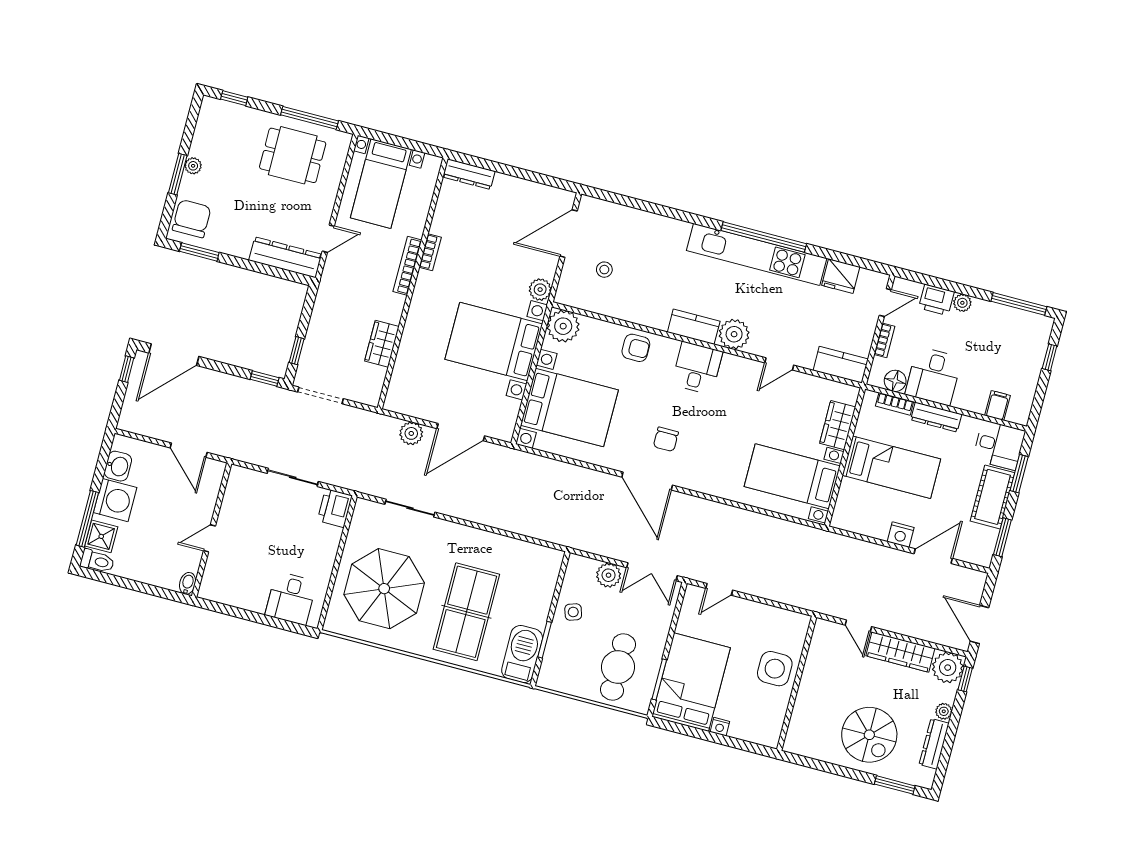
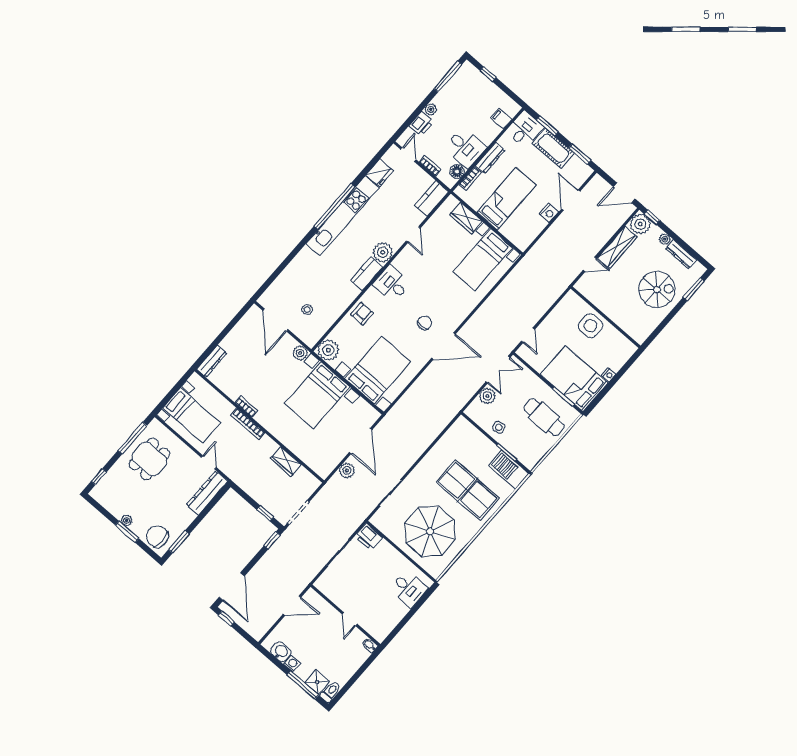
chair: (666, 439) -> (424, 323), turned -90
washing machine: (115, 500) -> (292, 664), width x0.53, depth x0.53

